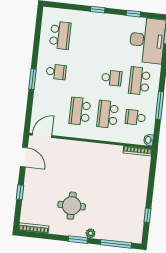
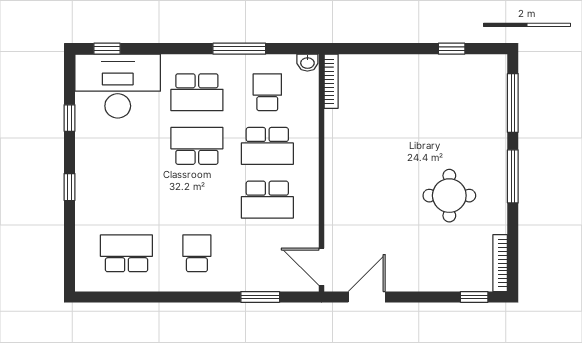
school desk: (112, 78) -> (197, 146), width x1.85
window: (32, 79) -> (260, 297), moved
school desk: (135, 117) -> (267, 92), turned 180
window: (20, 192) -> (474, 297), moved
plant: (90, 233) -> (498, 154), removed
window: (78, 240) -> (513, 176), width x1.44

